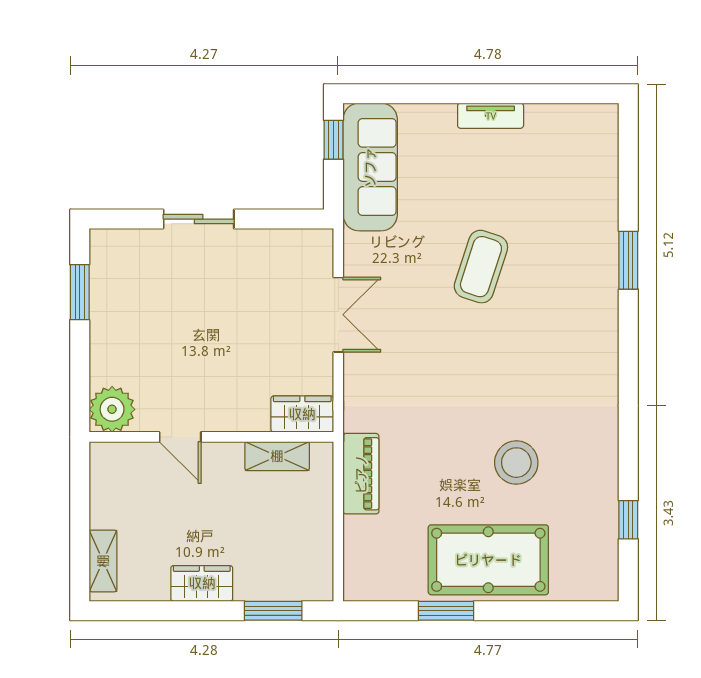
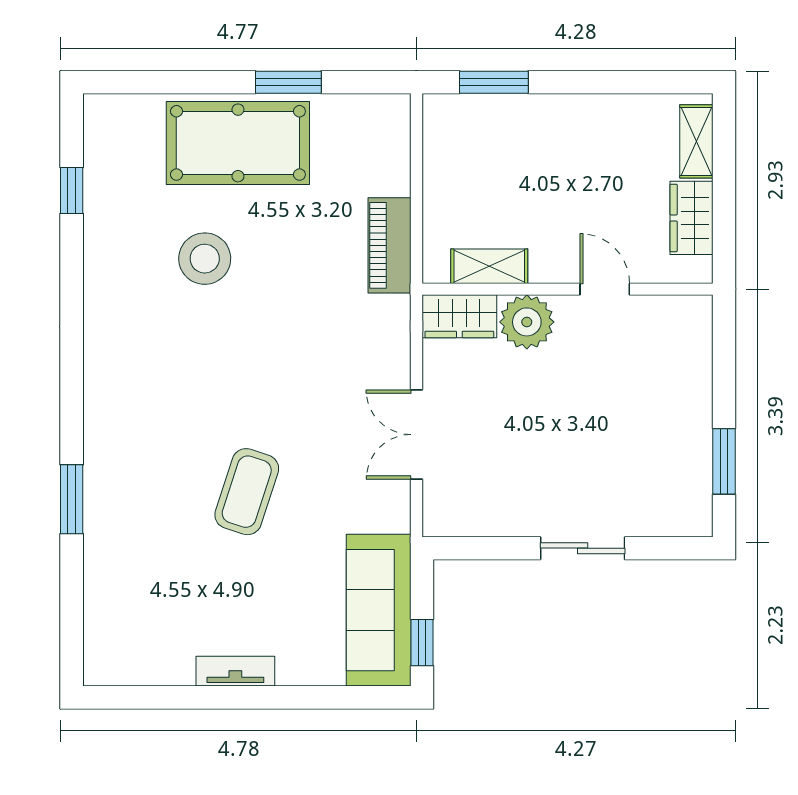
plant: (112, 409) -> (527, 322), moved
wardrobe: (202, 583) -> (692, 218), moved, turned 90

